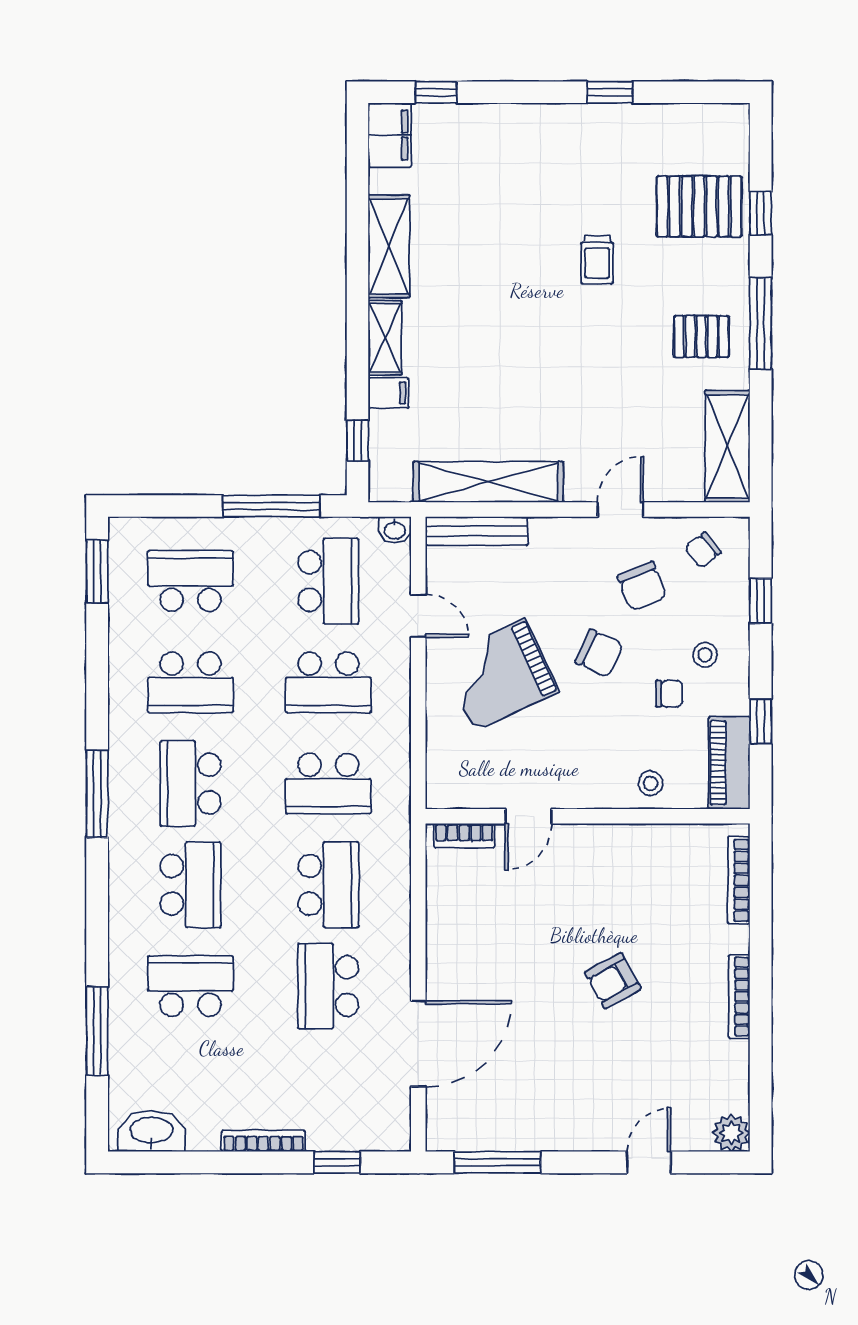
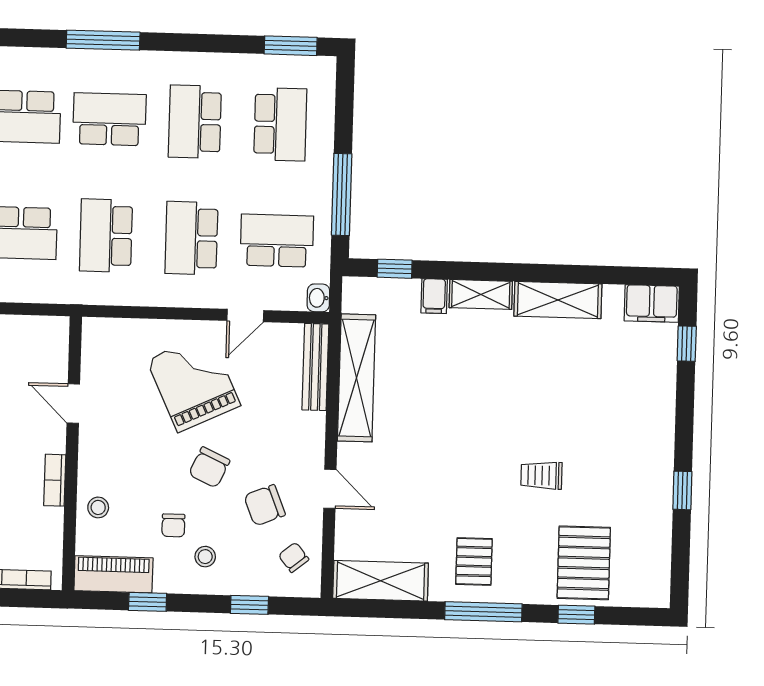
school desk: (328, 581) -> (277, 241), turned 180
bookcase: (464, 836) -> (55, 480), moved

